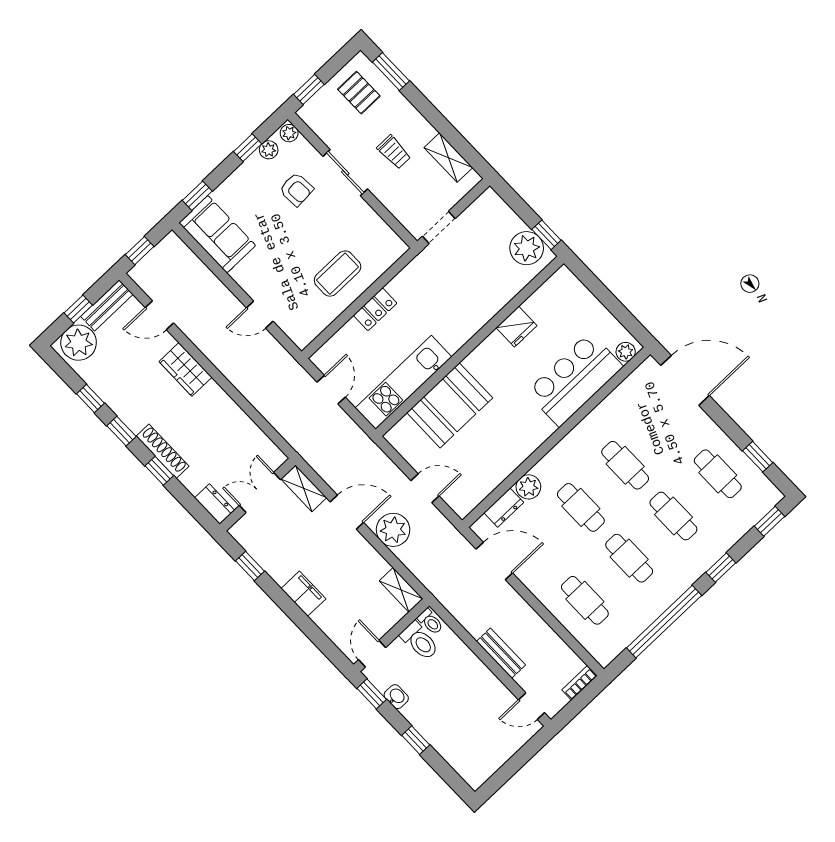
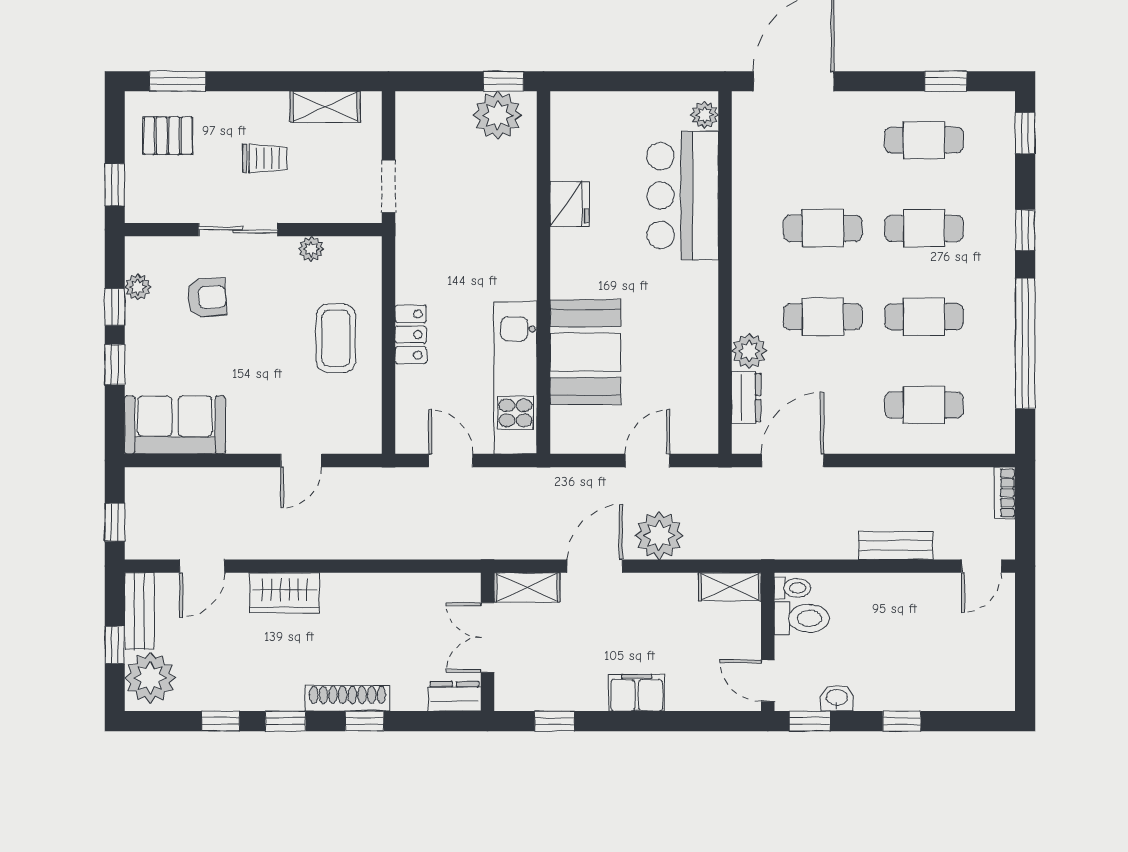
plant: (289, 133) -> (311, 249), moved
window: (197, 196) -> (115, 365), moved

